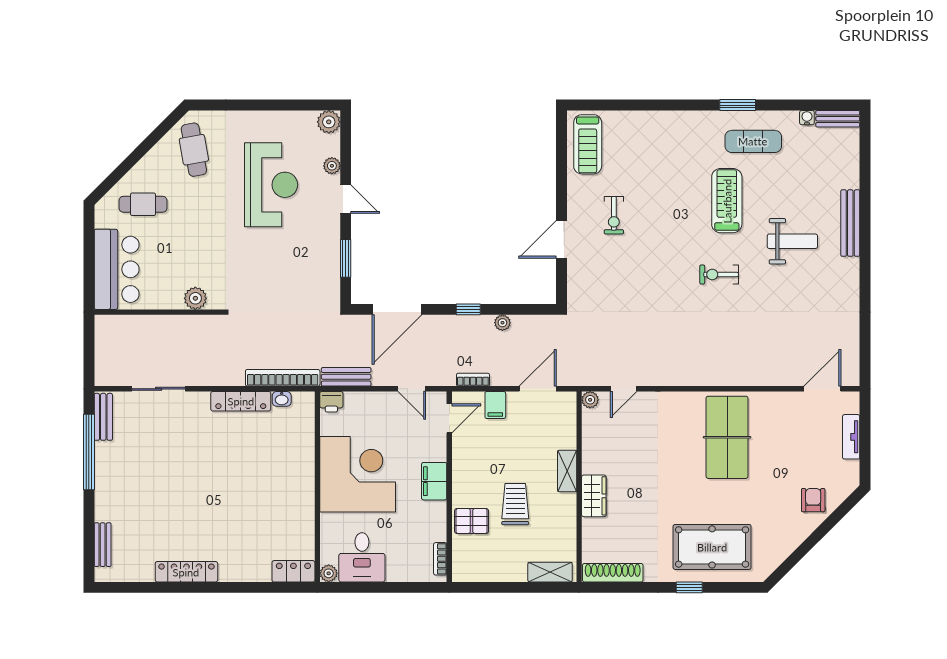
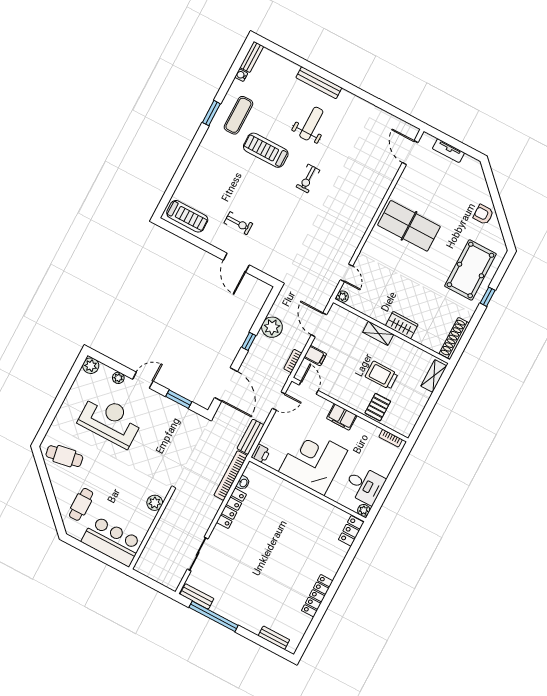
plant: (502, 323) -> (272, 327), width x1.87, depth x1.87
armchair: (813, 500) -> (483, 214), moved

